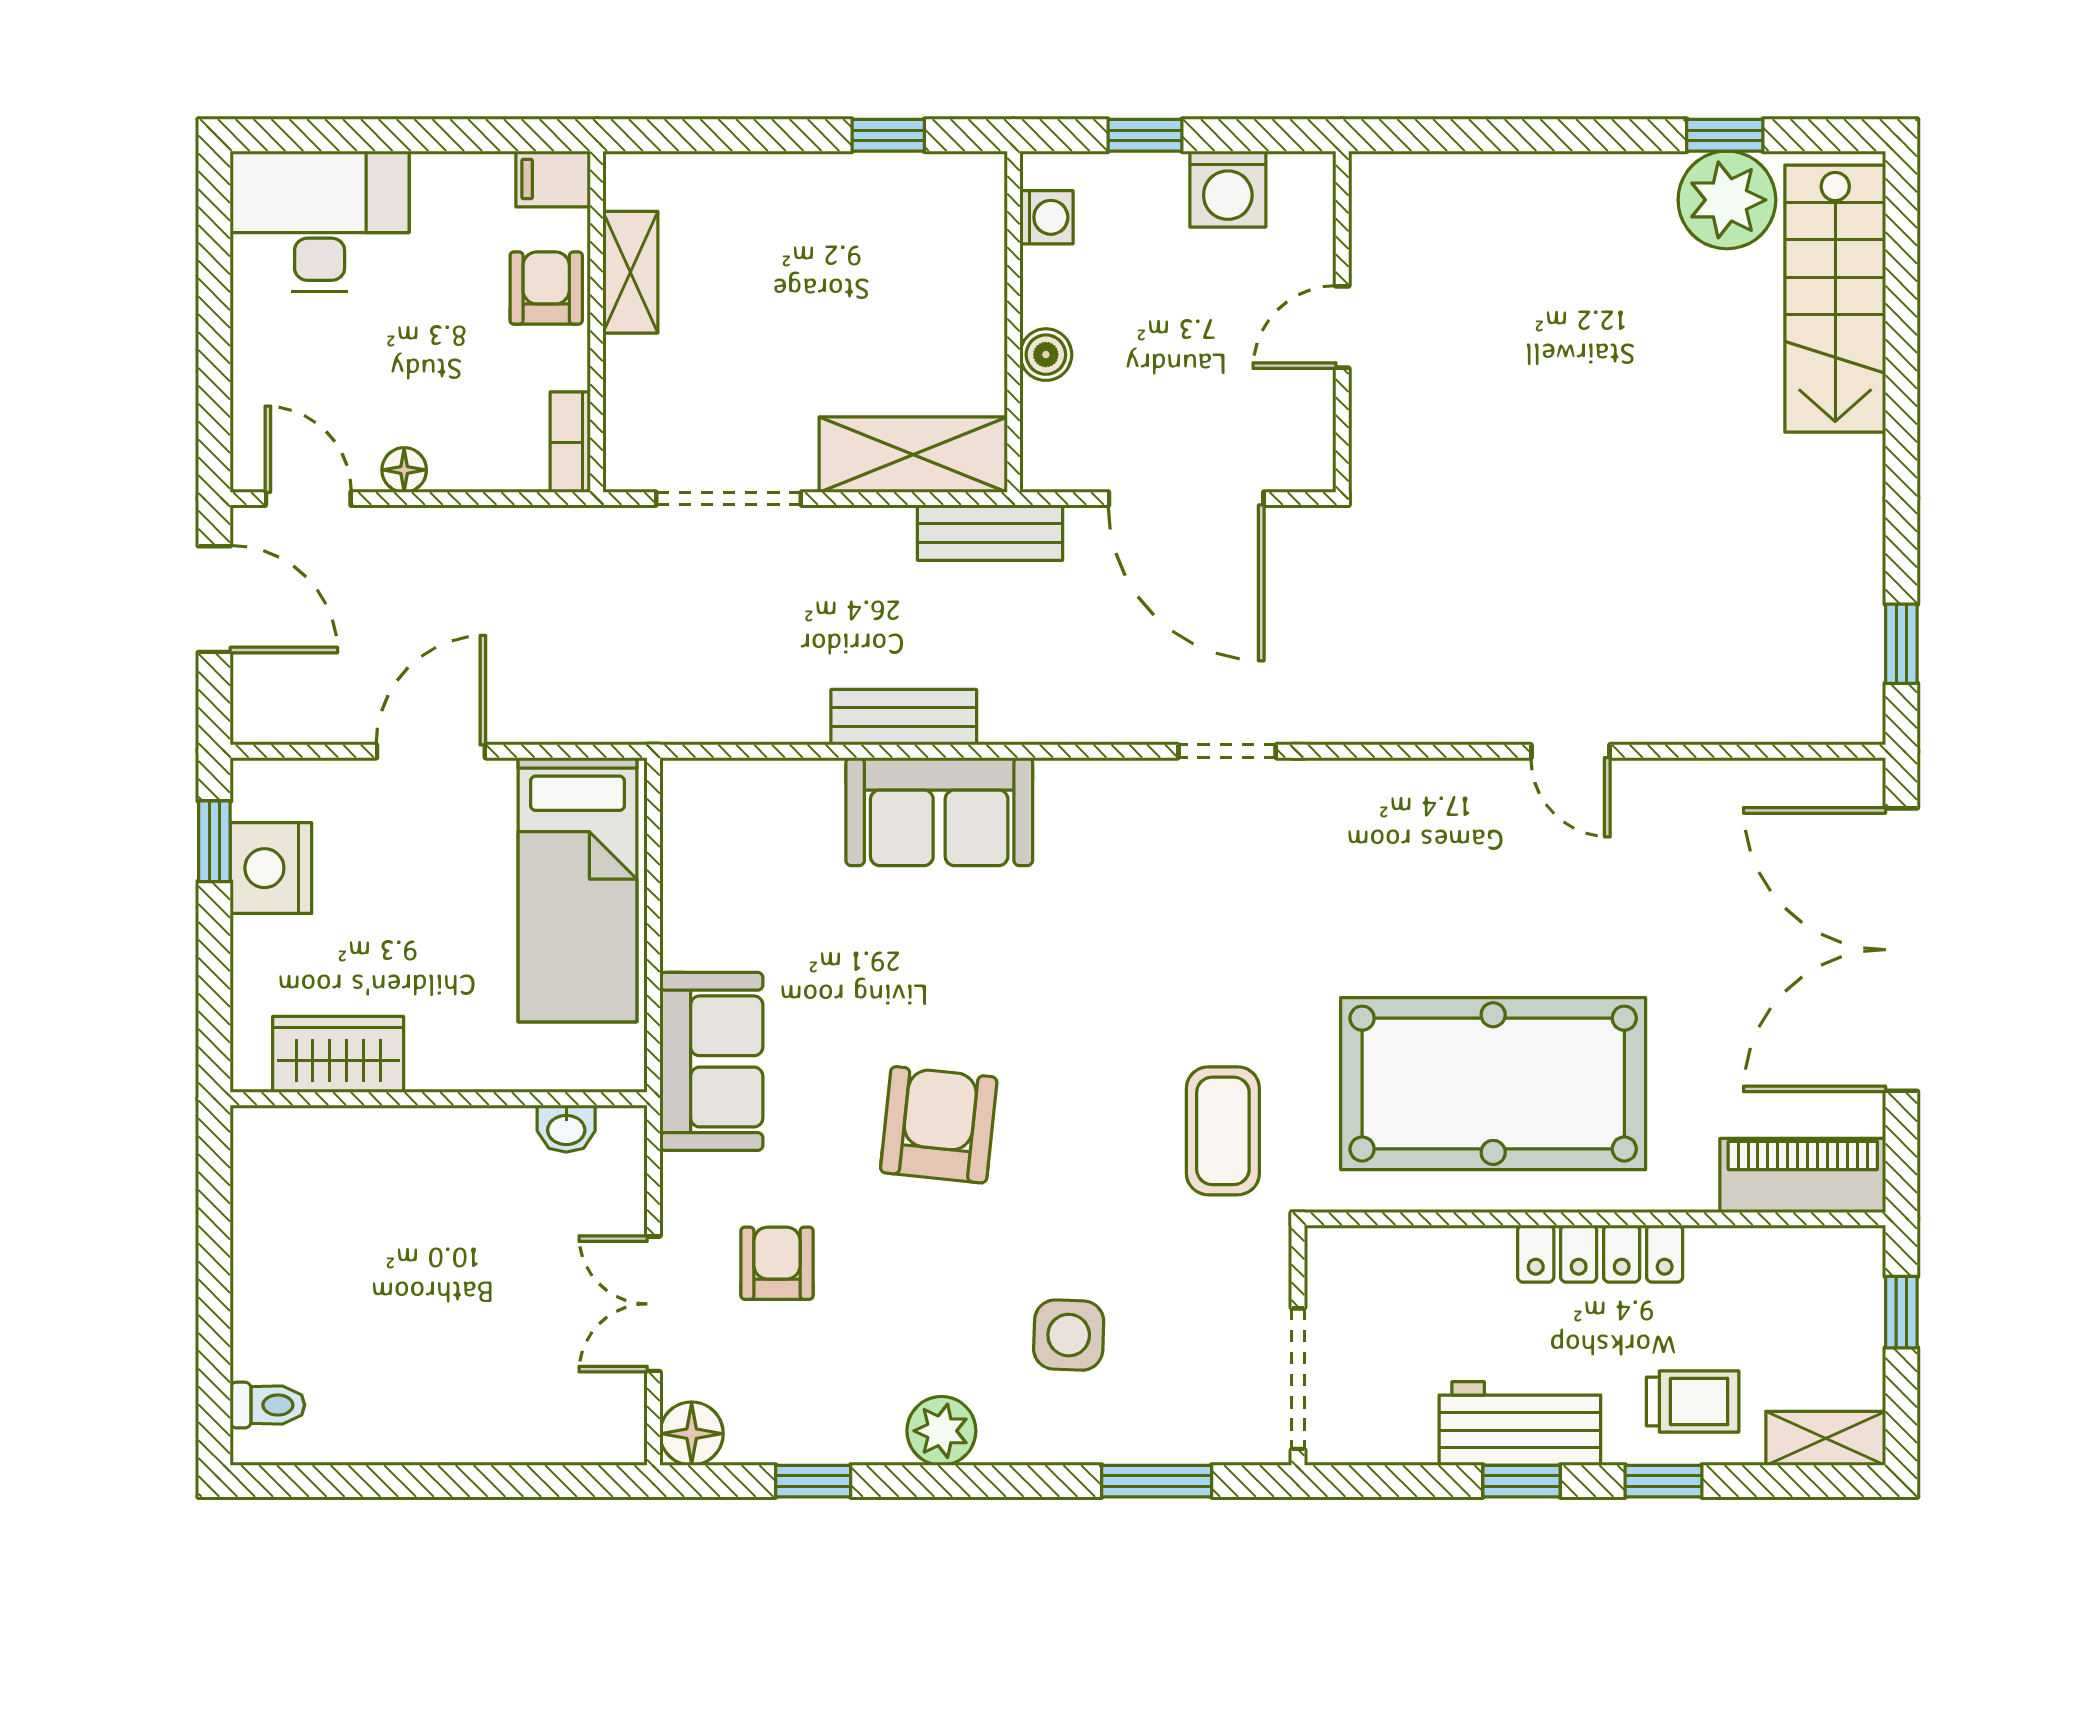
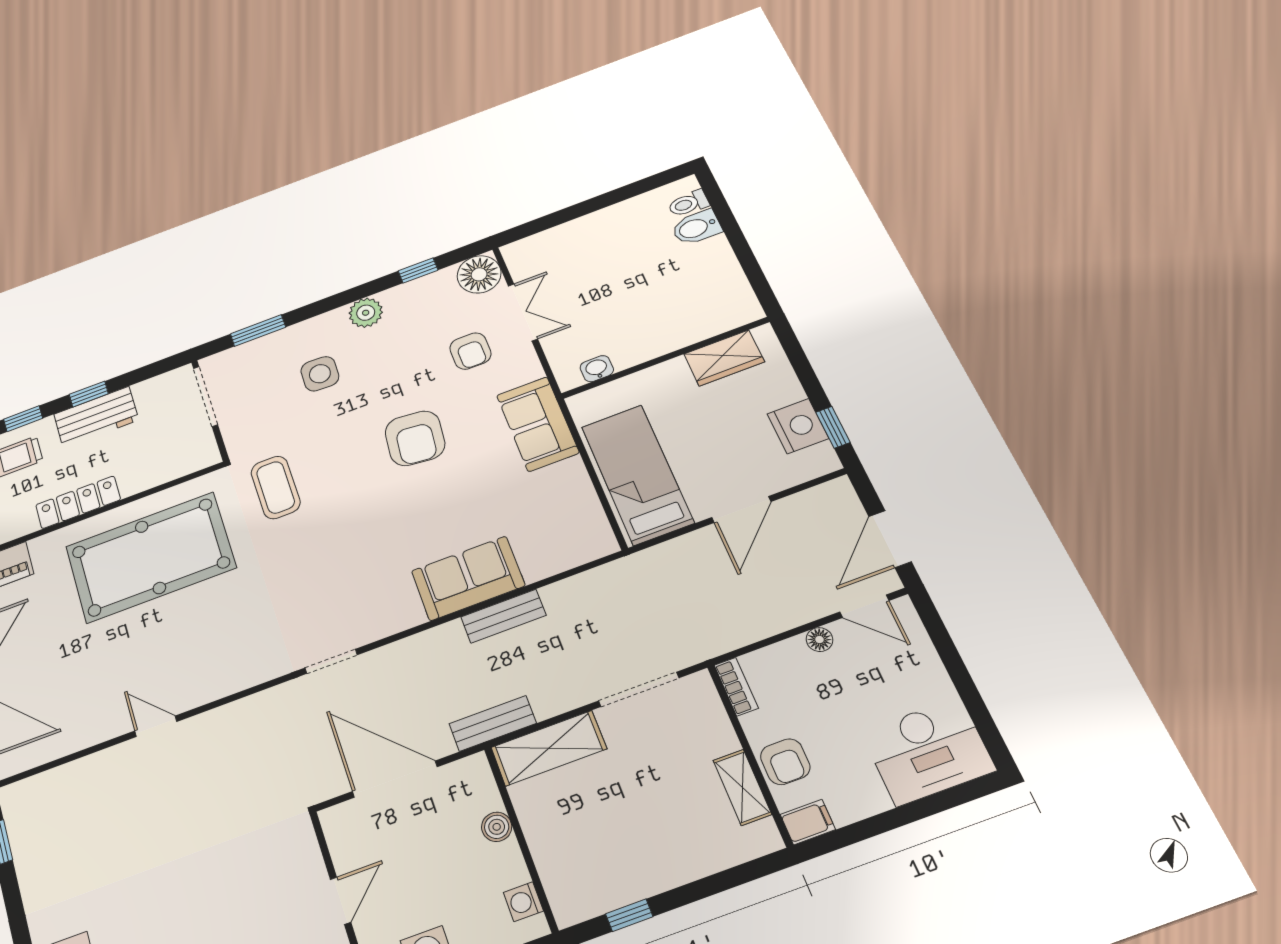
door: (214, 599) -> (890, 539), hinge flipped
bidet: (275, 1346) -> (696, 228), added
floor lamp: (692, 1434) -> (479, 274), width x1.38, depth x1.38

